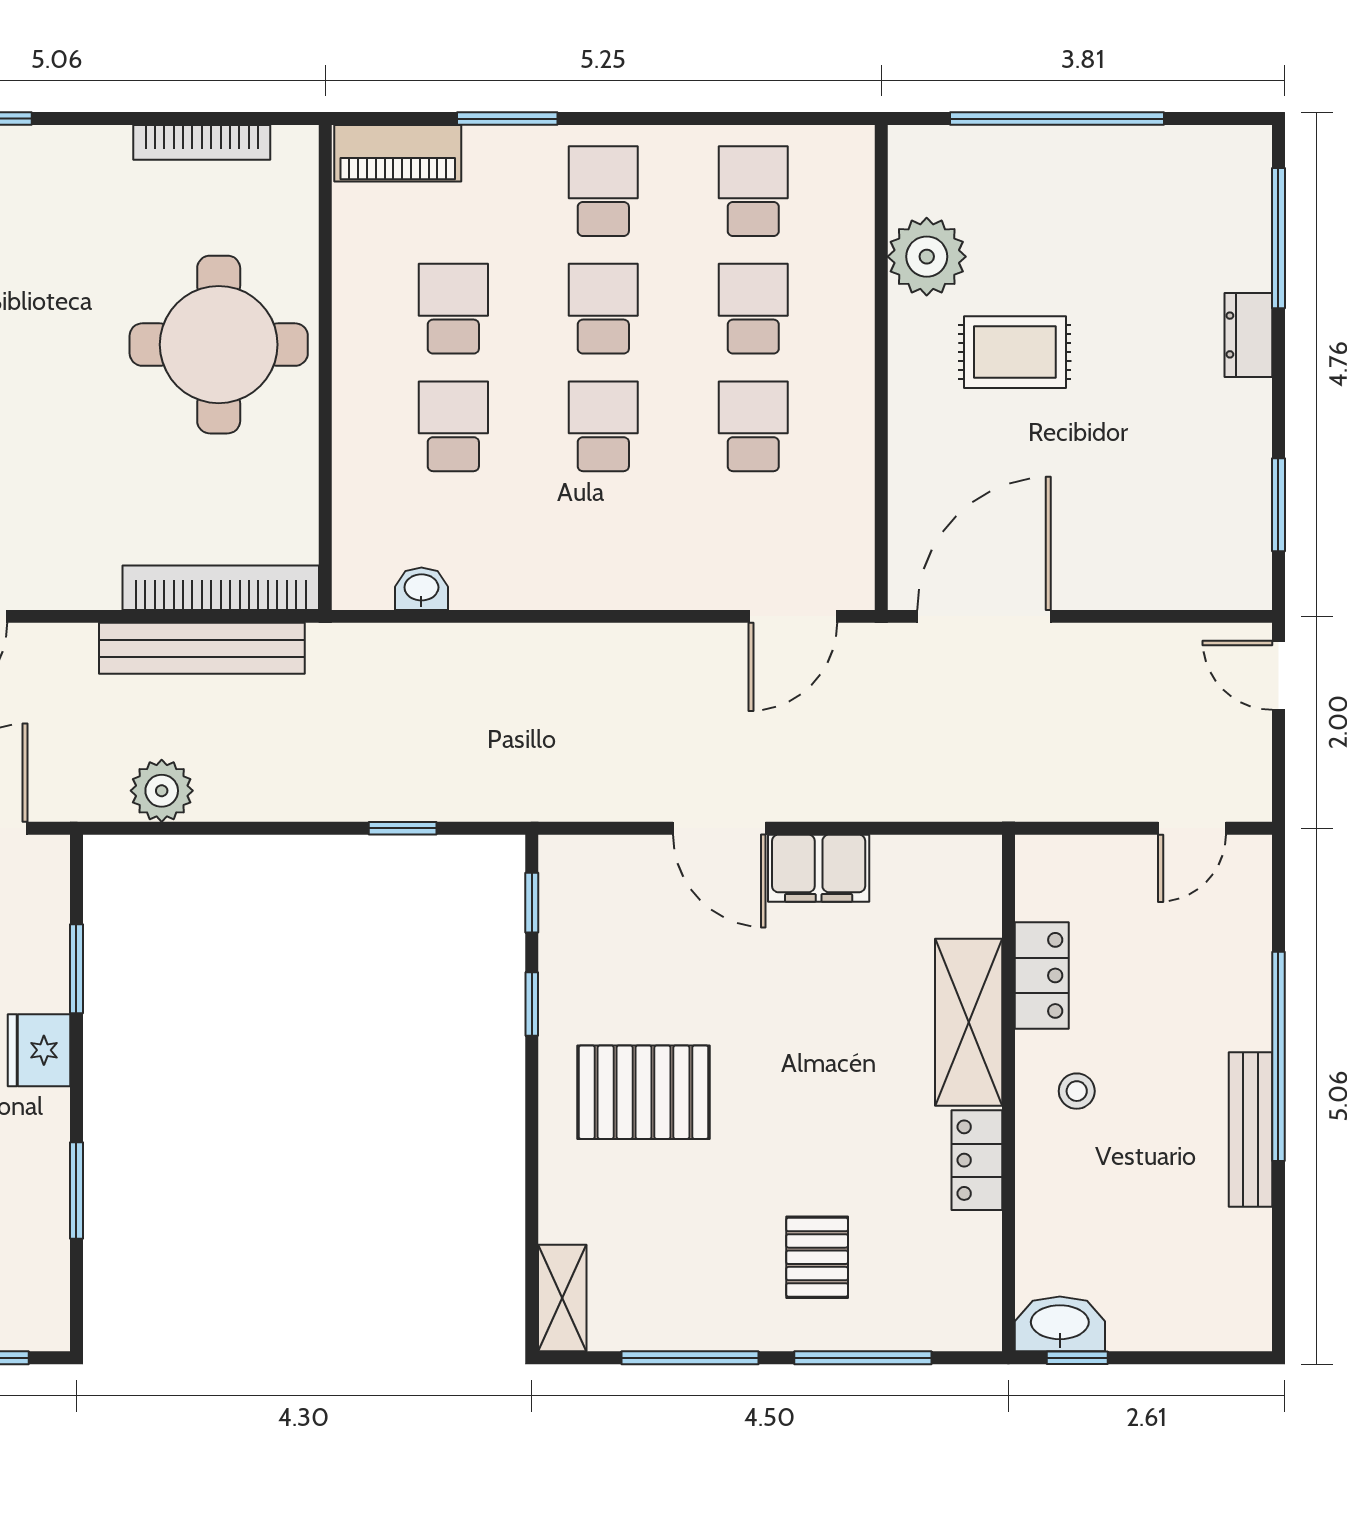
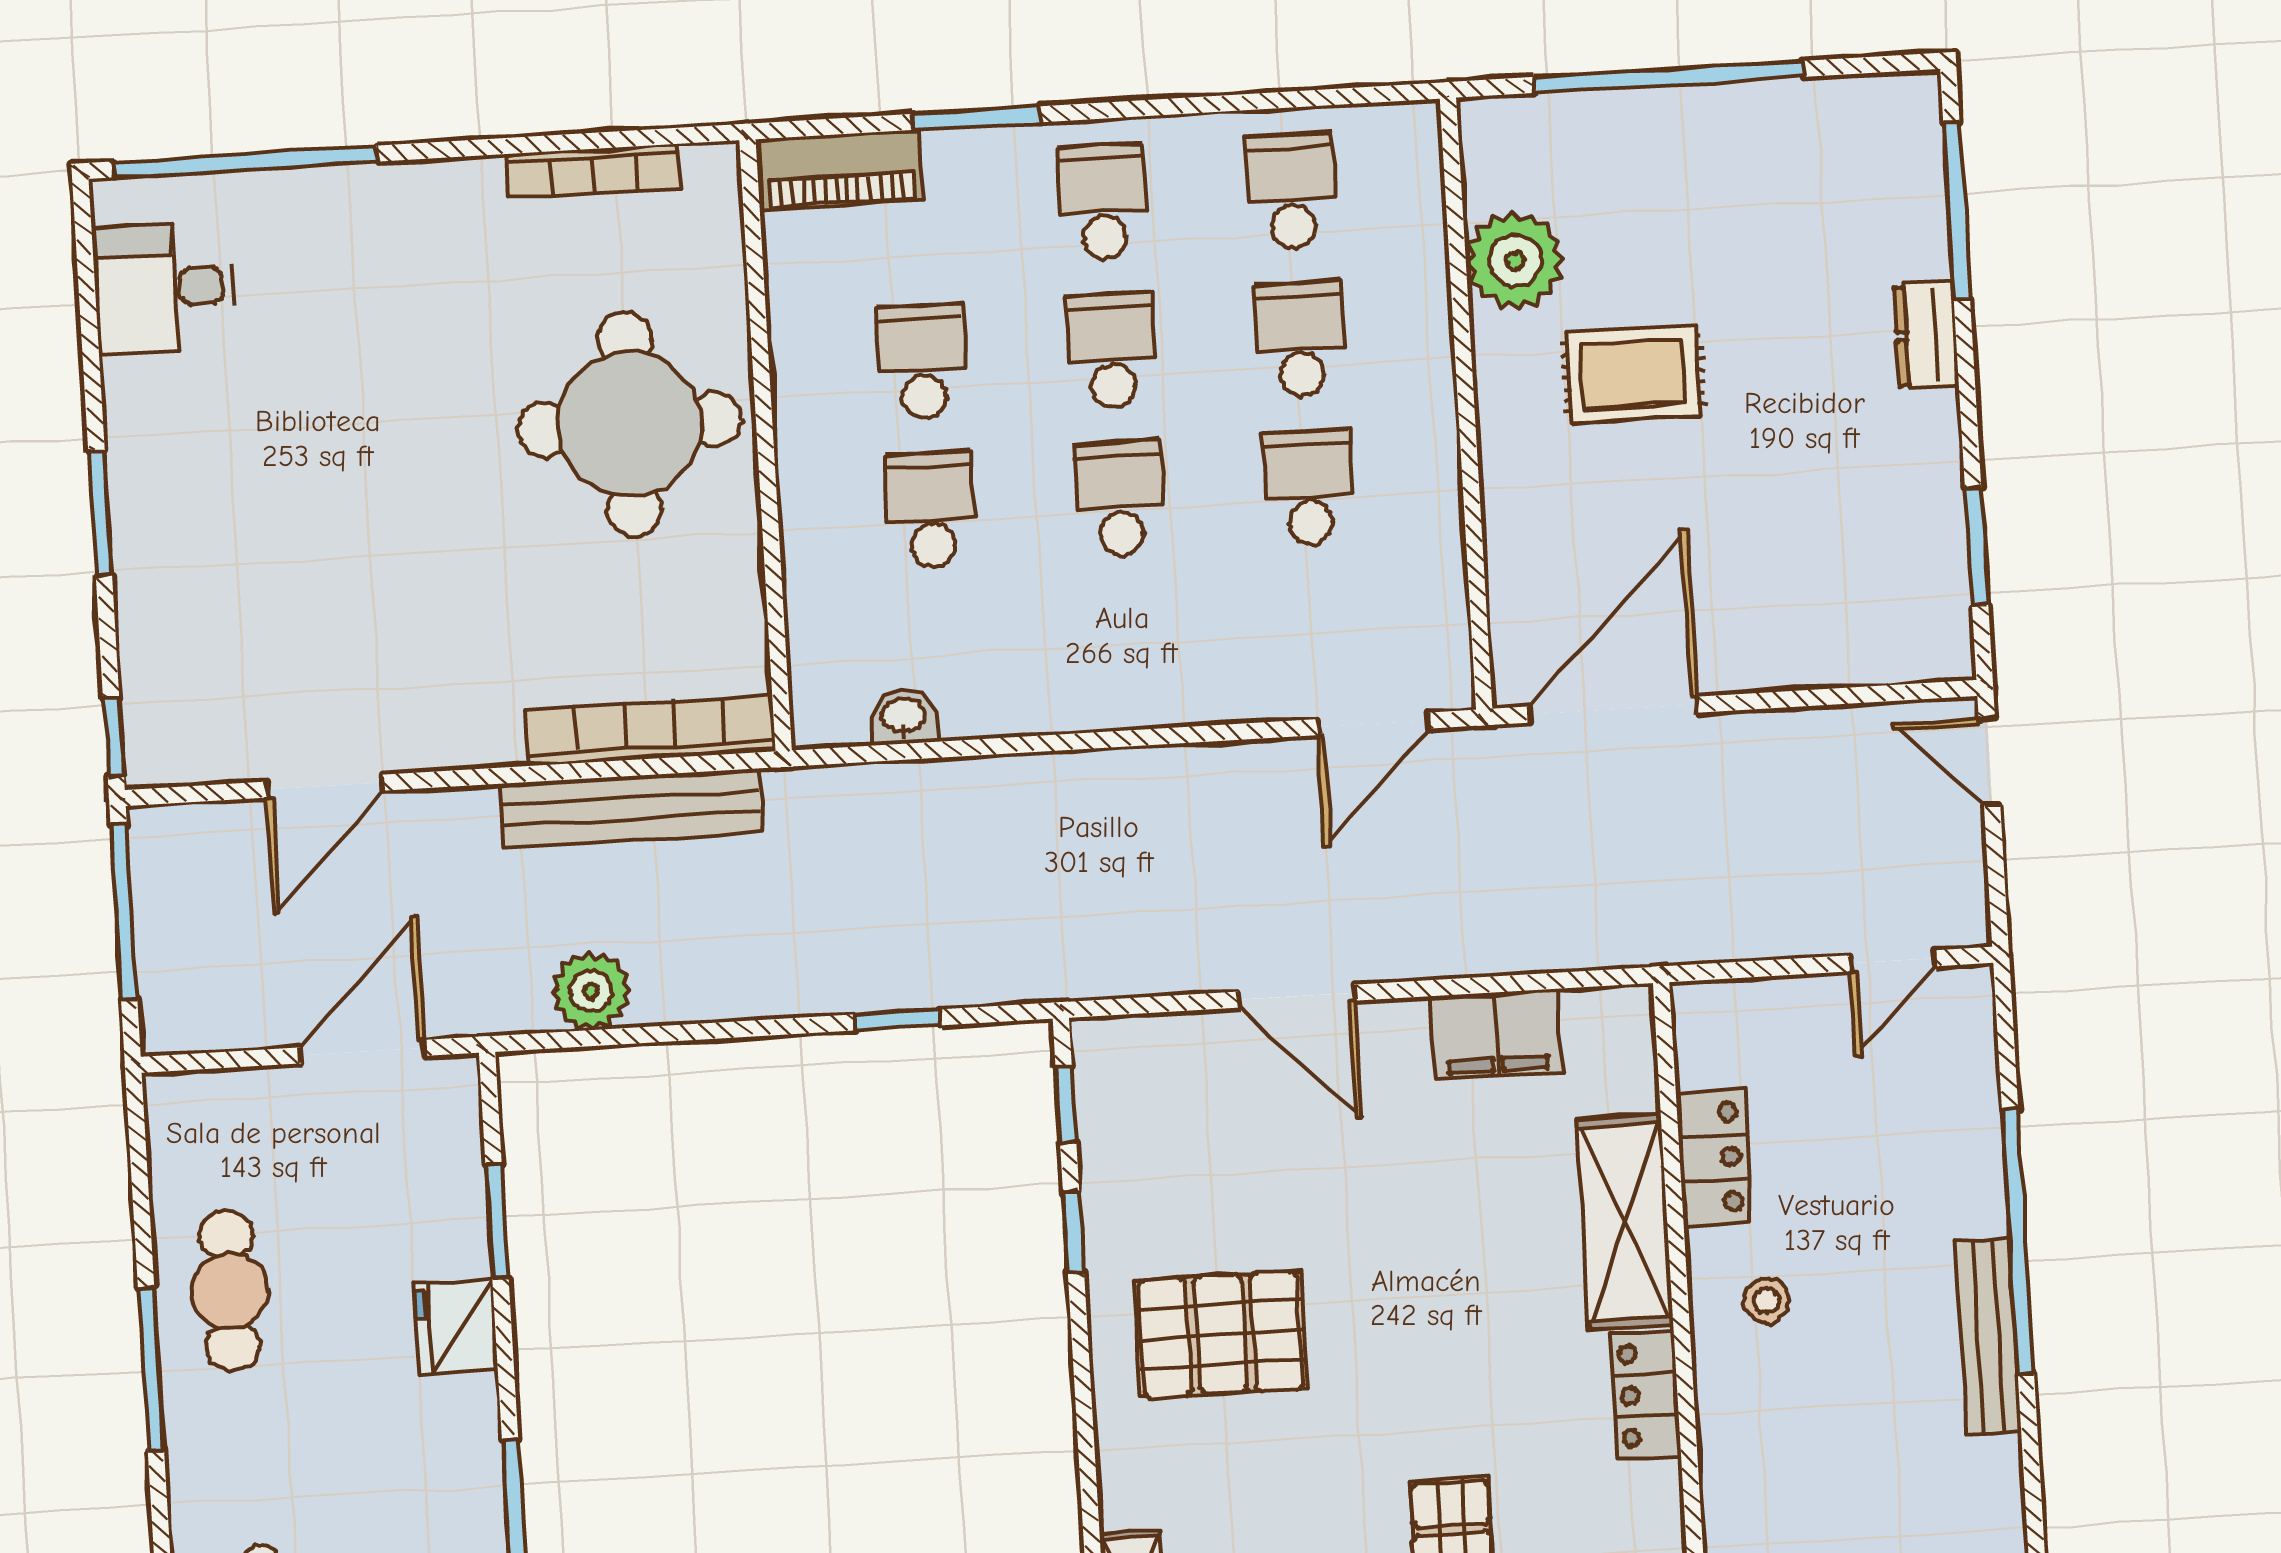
filing cabinet: (819, 868) -> (1497, 1035), moved

